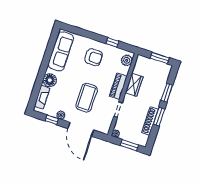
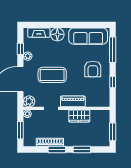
window: (82, 32) -> (113, 50), added
plant: (127, 60) -> (29, 101), moved

